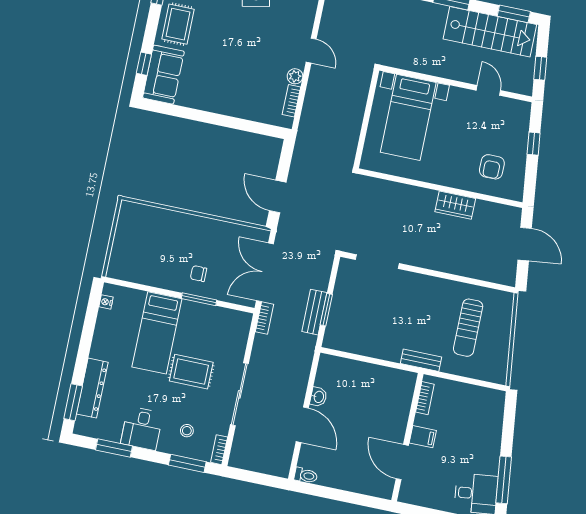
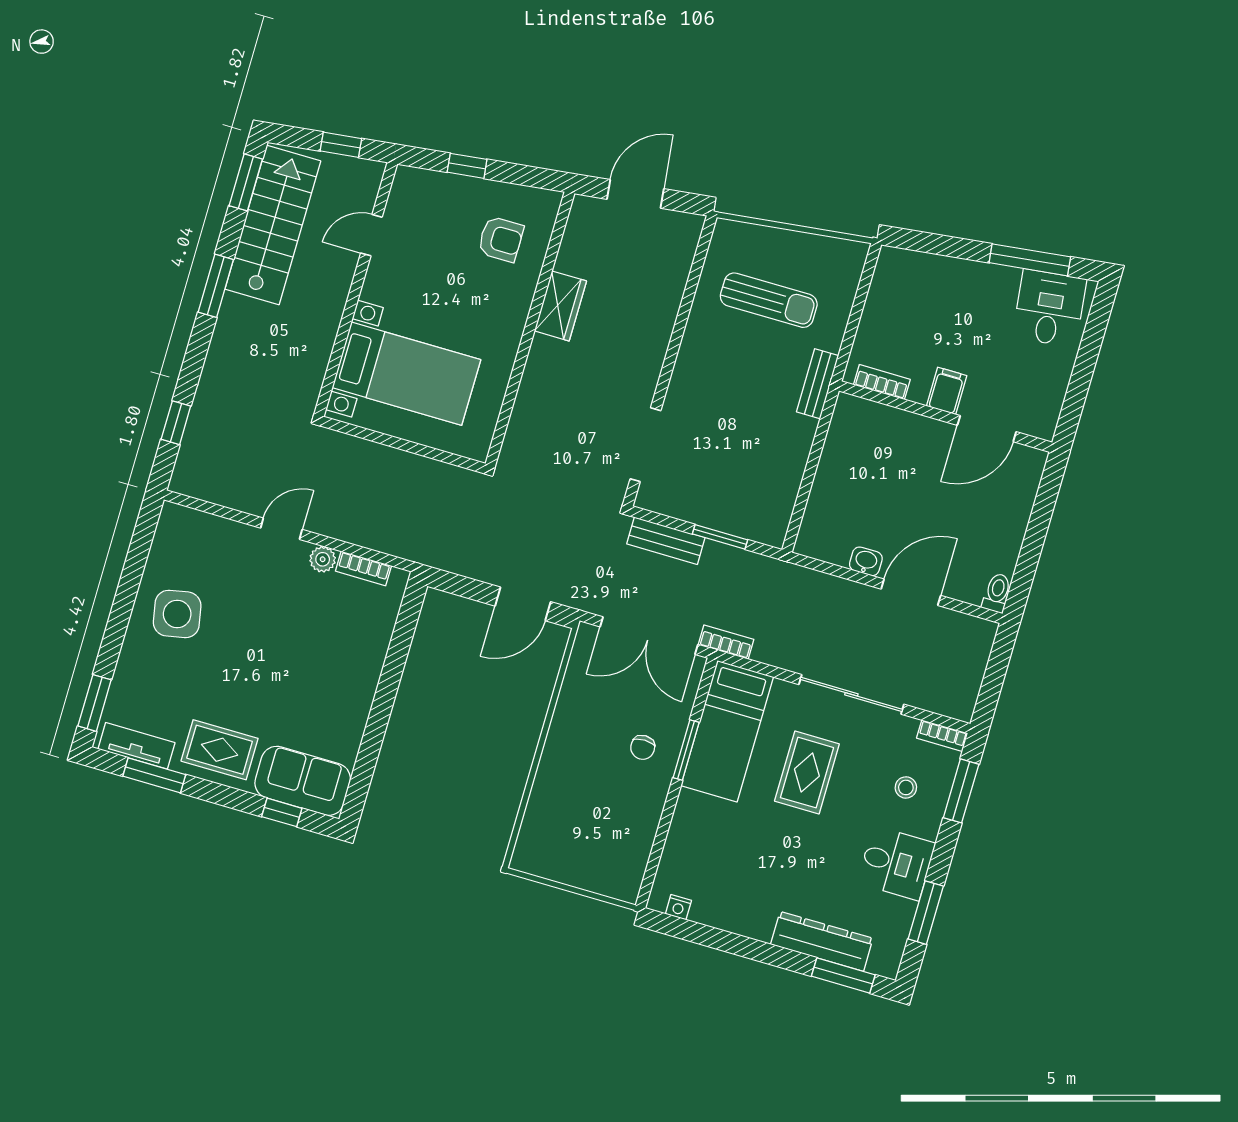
bench: (314, 312) -> (666, 541), moved
bed: (157, 333) -> (727, 731), moved, turned 90

